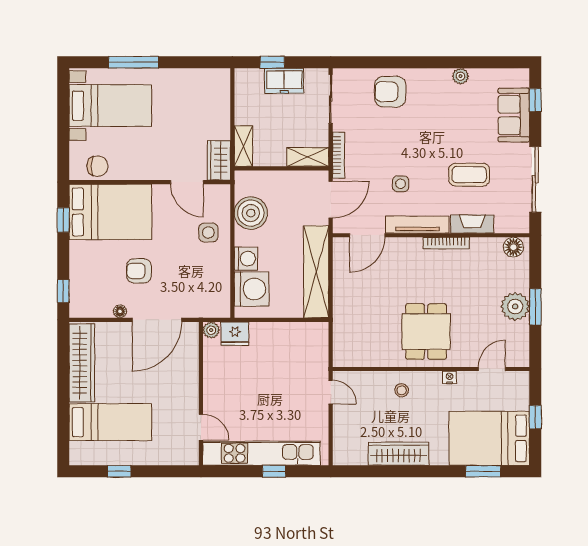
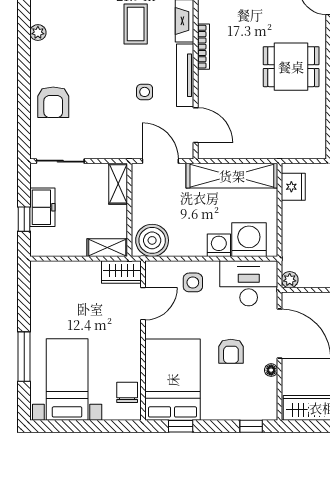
bookcase: (339, 155) -> (116, 153), removed
boiler: (251, 213) -> (152, 240), moved
desk: (208, 289) -> (249, 283), added
fridge: (235, 334) -> (293, 187), moved

